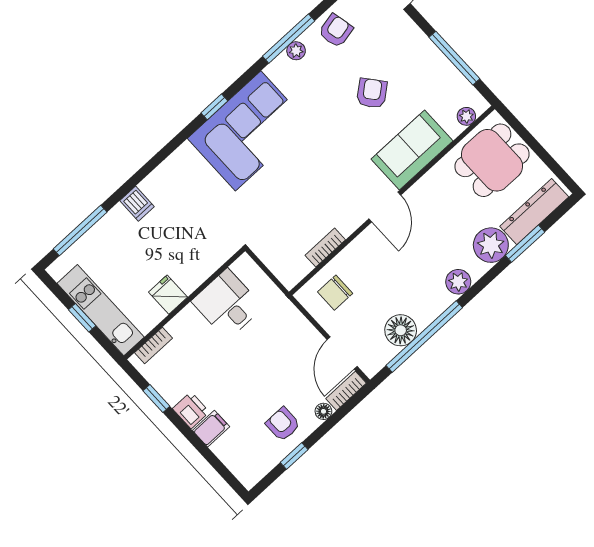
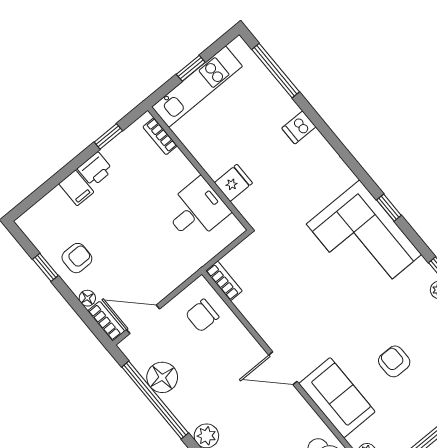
armchair: (372, 93) -> (394, 361), turned -141
bookcase: (325, 248) -> (224, 281), moved
chair: (335, 293) -> (202, 316), turned -90
fridge: (168, 295) -> (233, 183), moved

